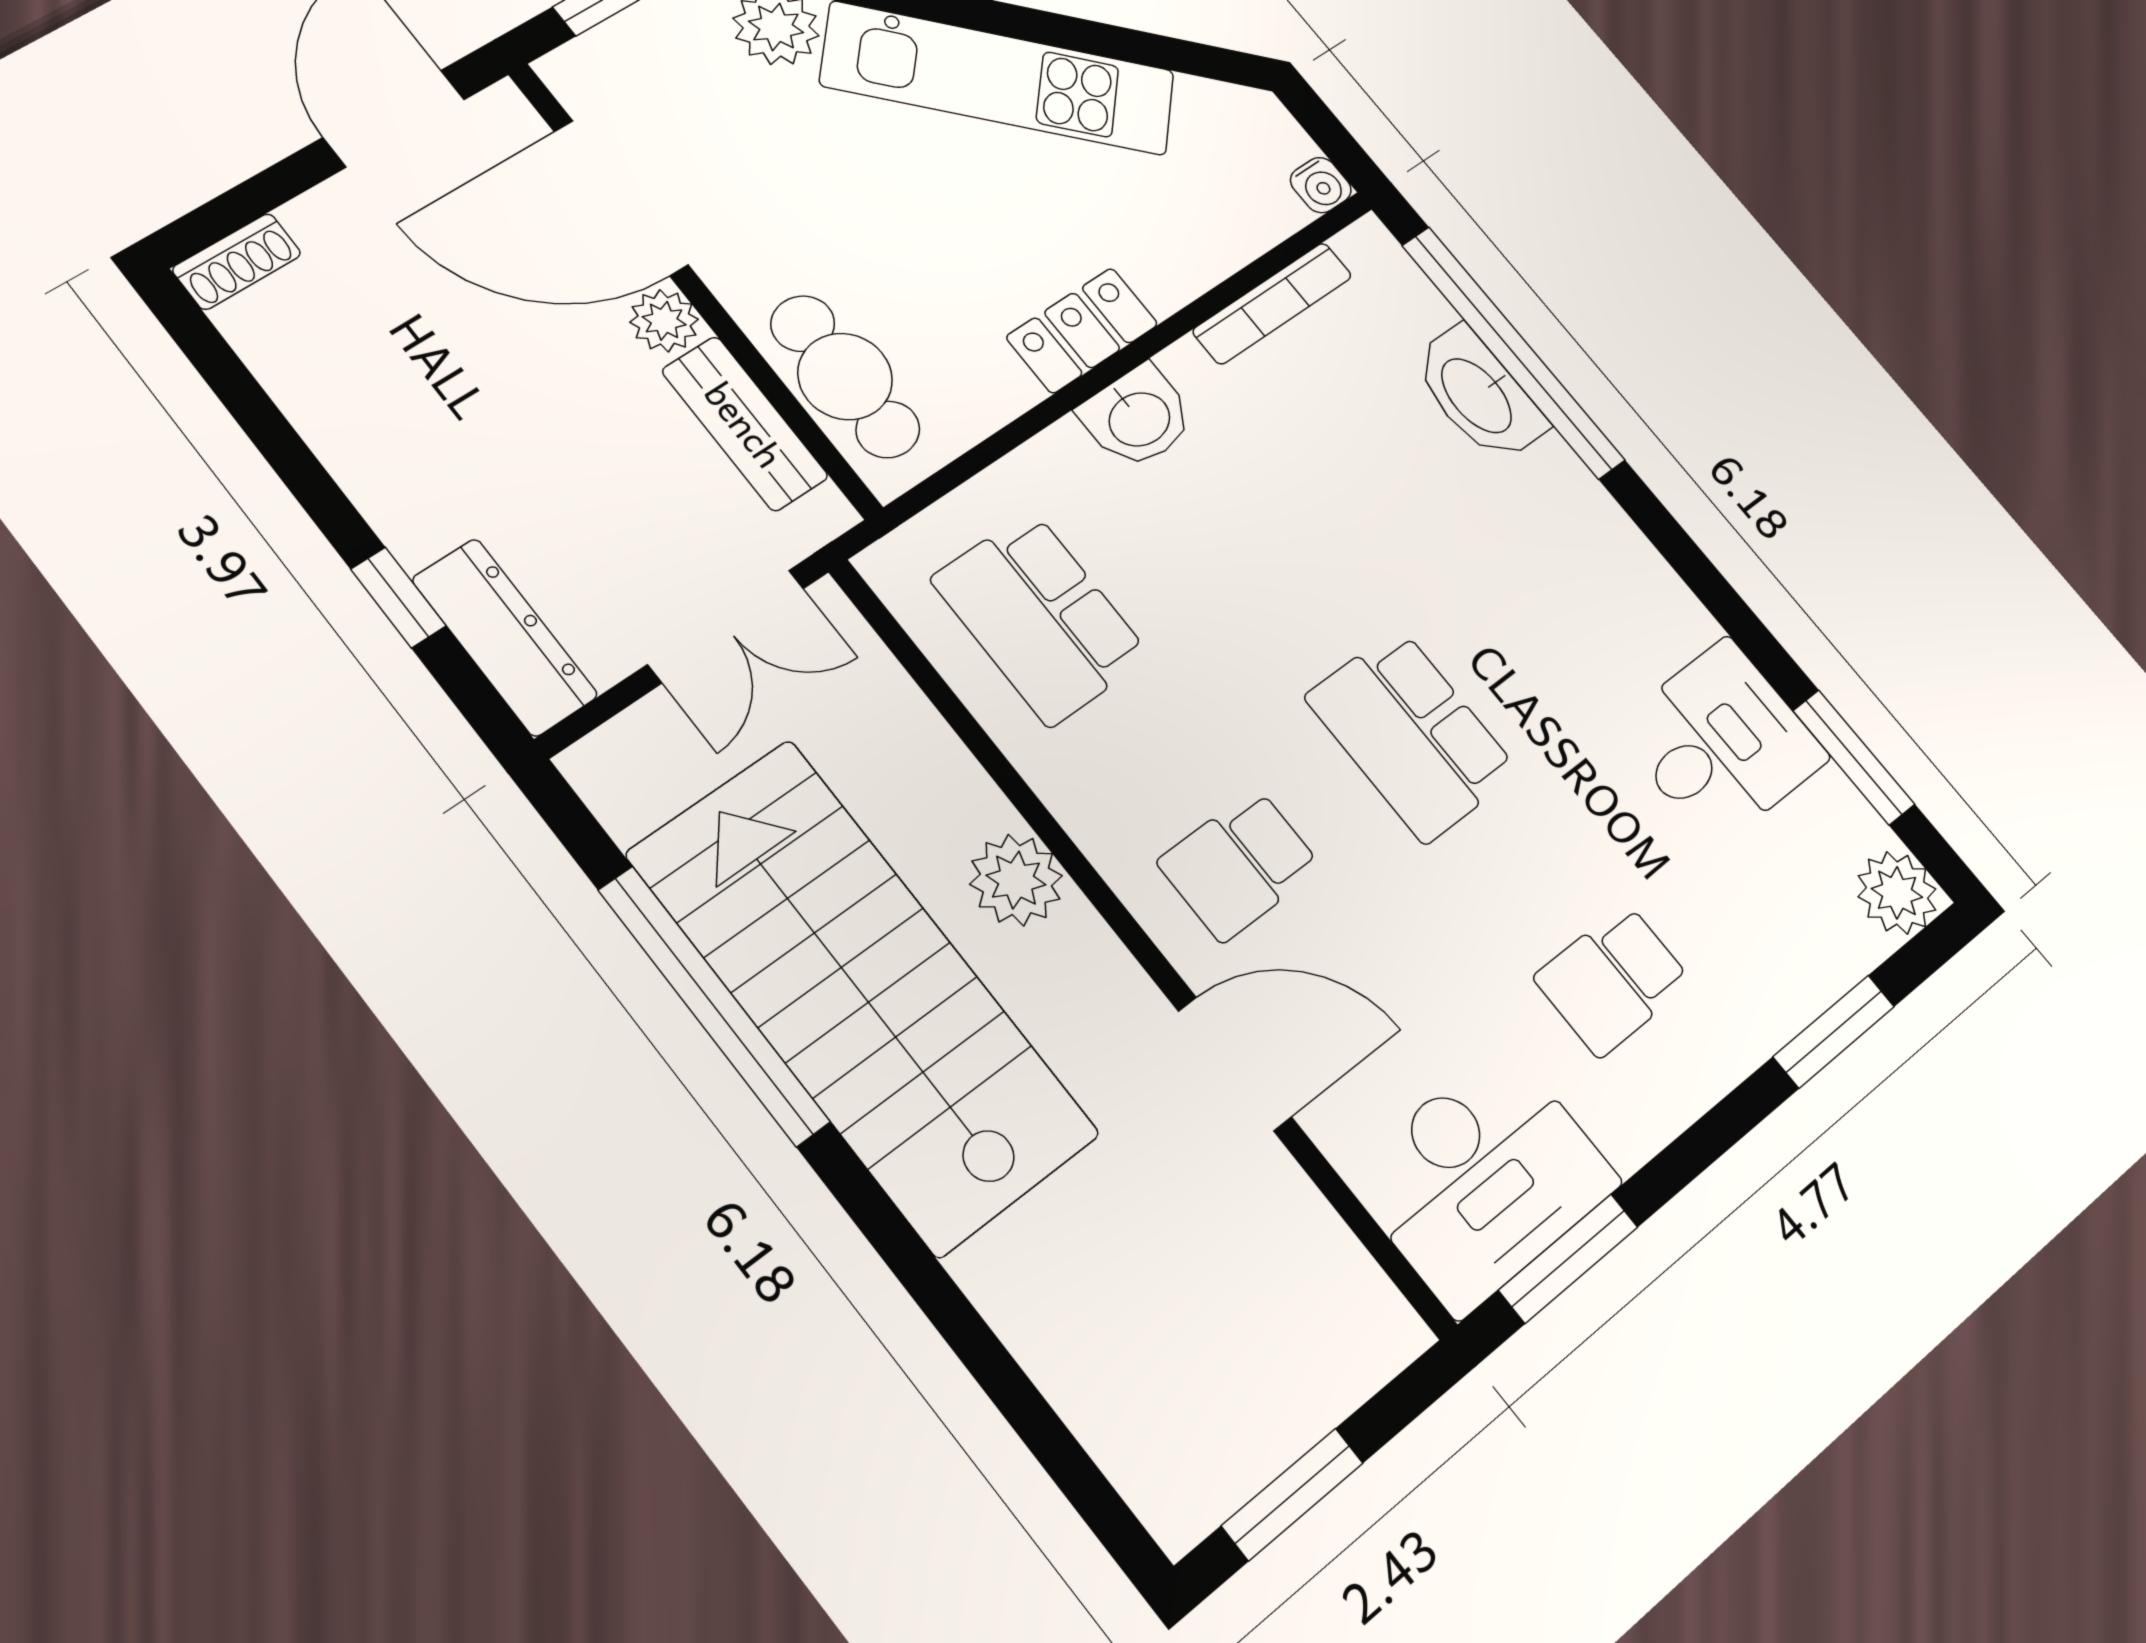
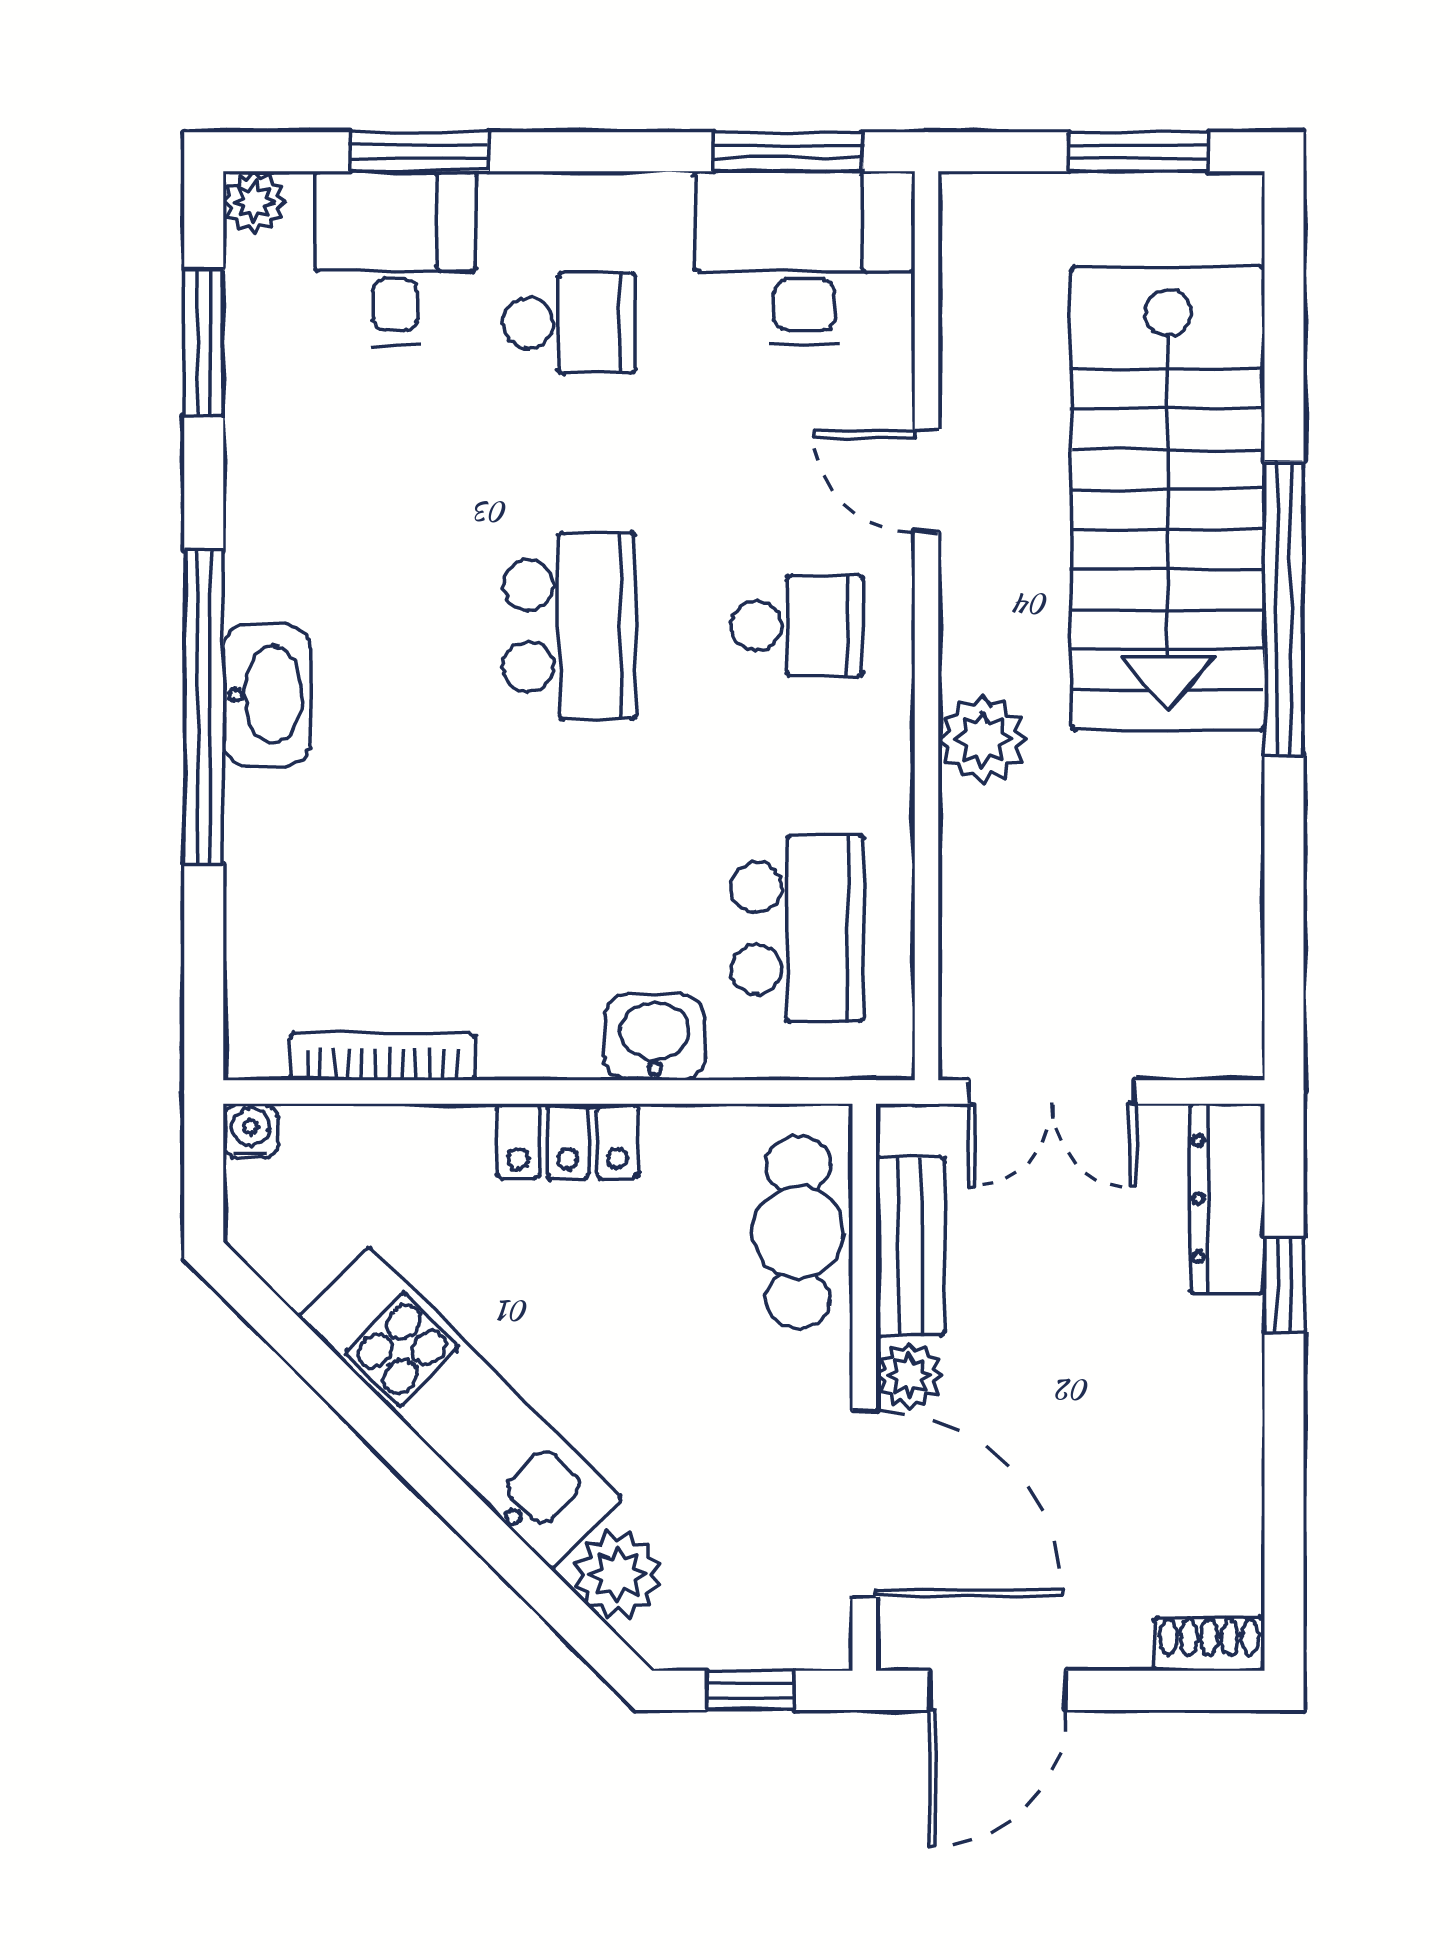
window: (1513, 352) -> (204, 707), moved
washbasin: (1478, 394) -> (267, 695), moved
washbasin: (1138, 417) -> (655, 1037), moved
double door: (726, 626) -> (1052, 1092), swing flipped
desk: (1721, 742) -> (395, 258), moved, turned 90
plant: (1897, 893) -> (254, 202), width x0.73, depth x0.73
stairs: (862, 994) -> (1168, 498), moved
window: (714, 1006) -> (1284, 608), moved
door: (1235, 1064) -> (926, 481), width x0.73

